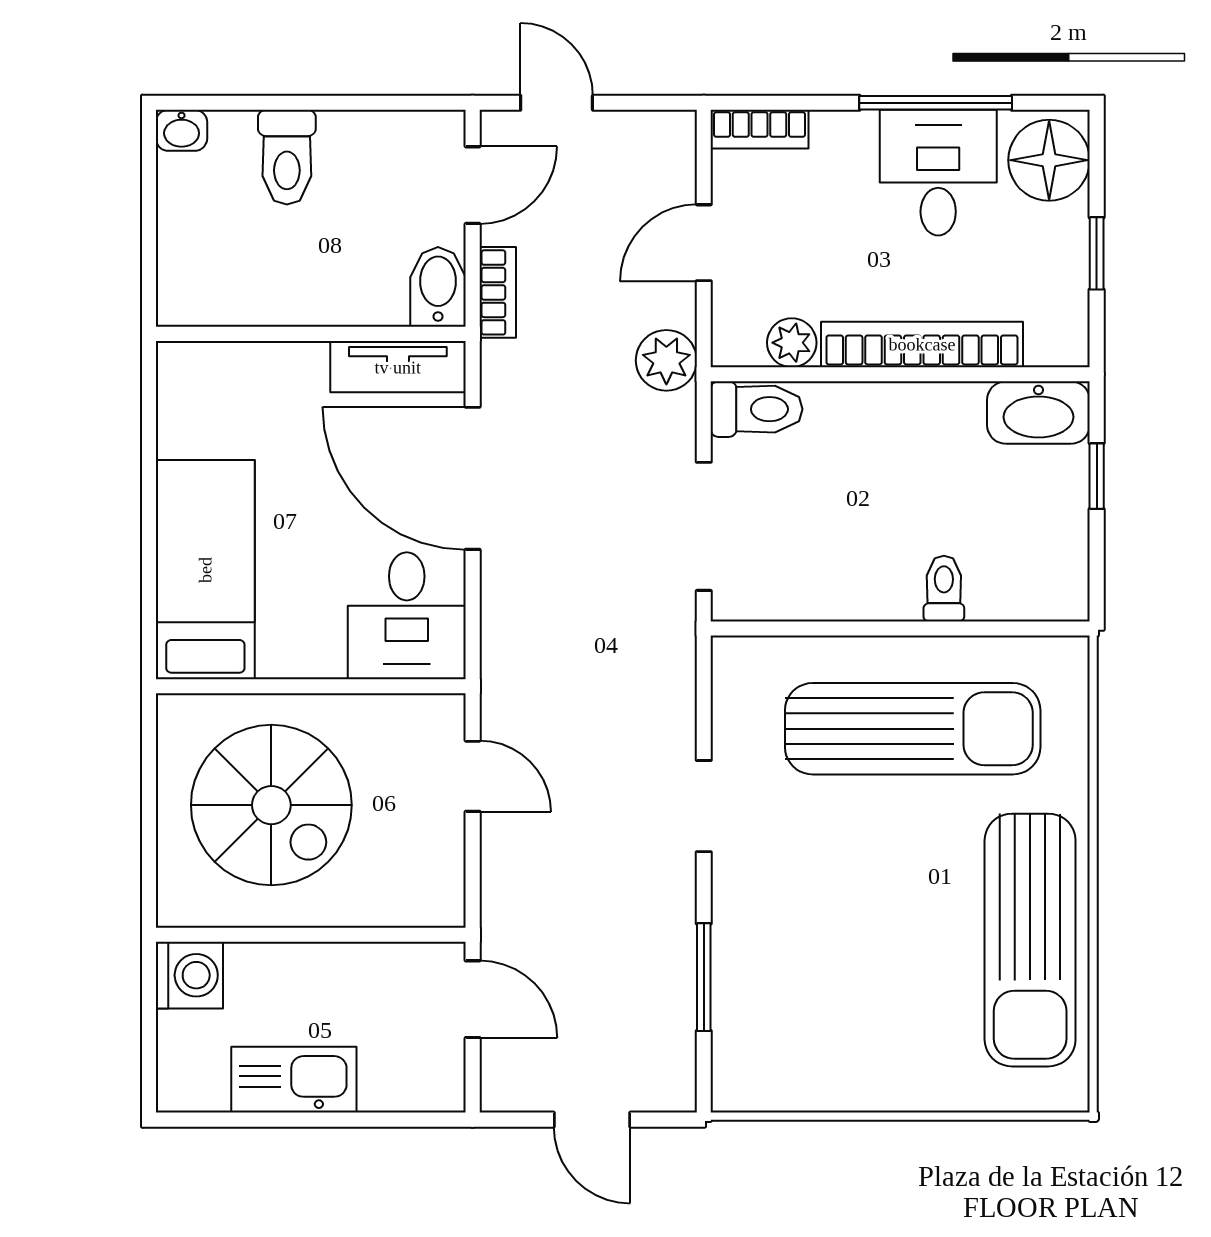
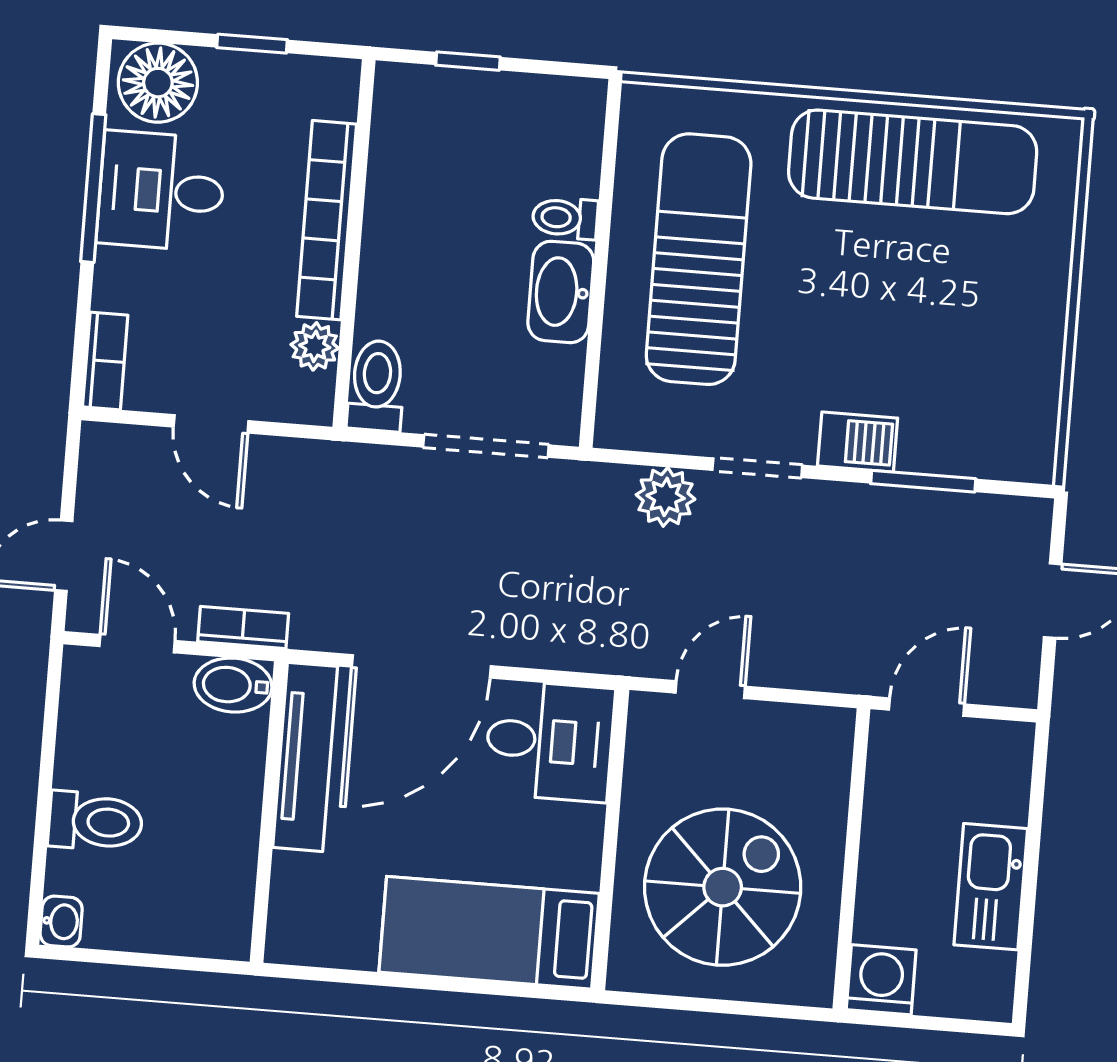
plant: (666, 360) -> (666, 497), moved
tv unit: (398, 367) -> (305, 757), width x1.41
washbasin: (1038, 413) -> (561, 292), moved, turned 180
barbecue: (738, 907) -> (858, 442), added

